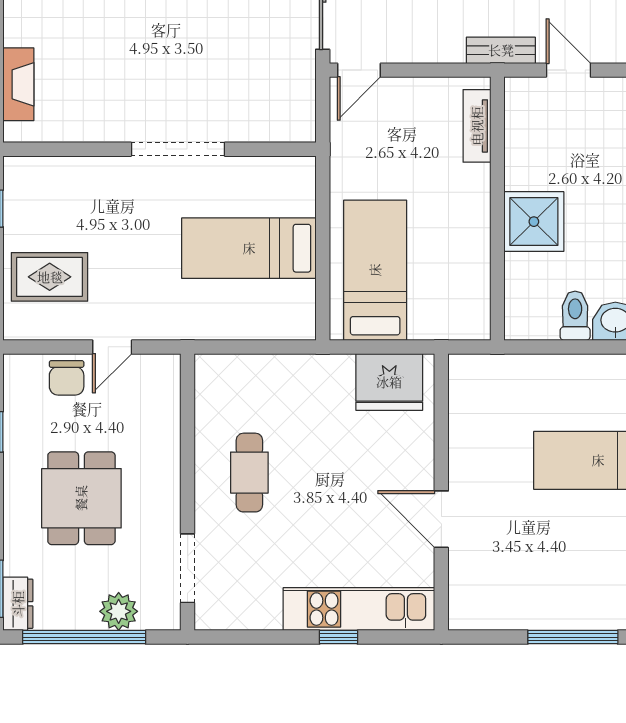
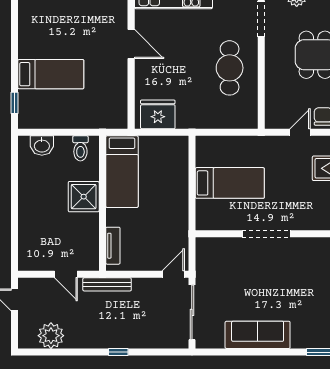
bench: (501, 50) -> (107, 284), width x1.36
bed: (375, 270) -> (122, 172), moved
toilet: (575, 316) -> (80, 148), moved
cafe table: (249, 473) -> (230, 68), width x1.37, depth x1.35

